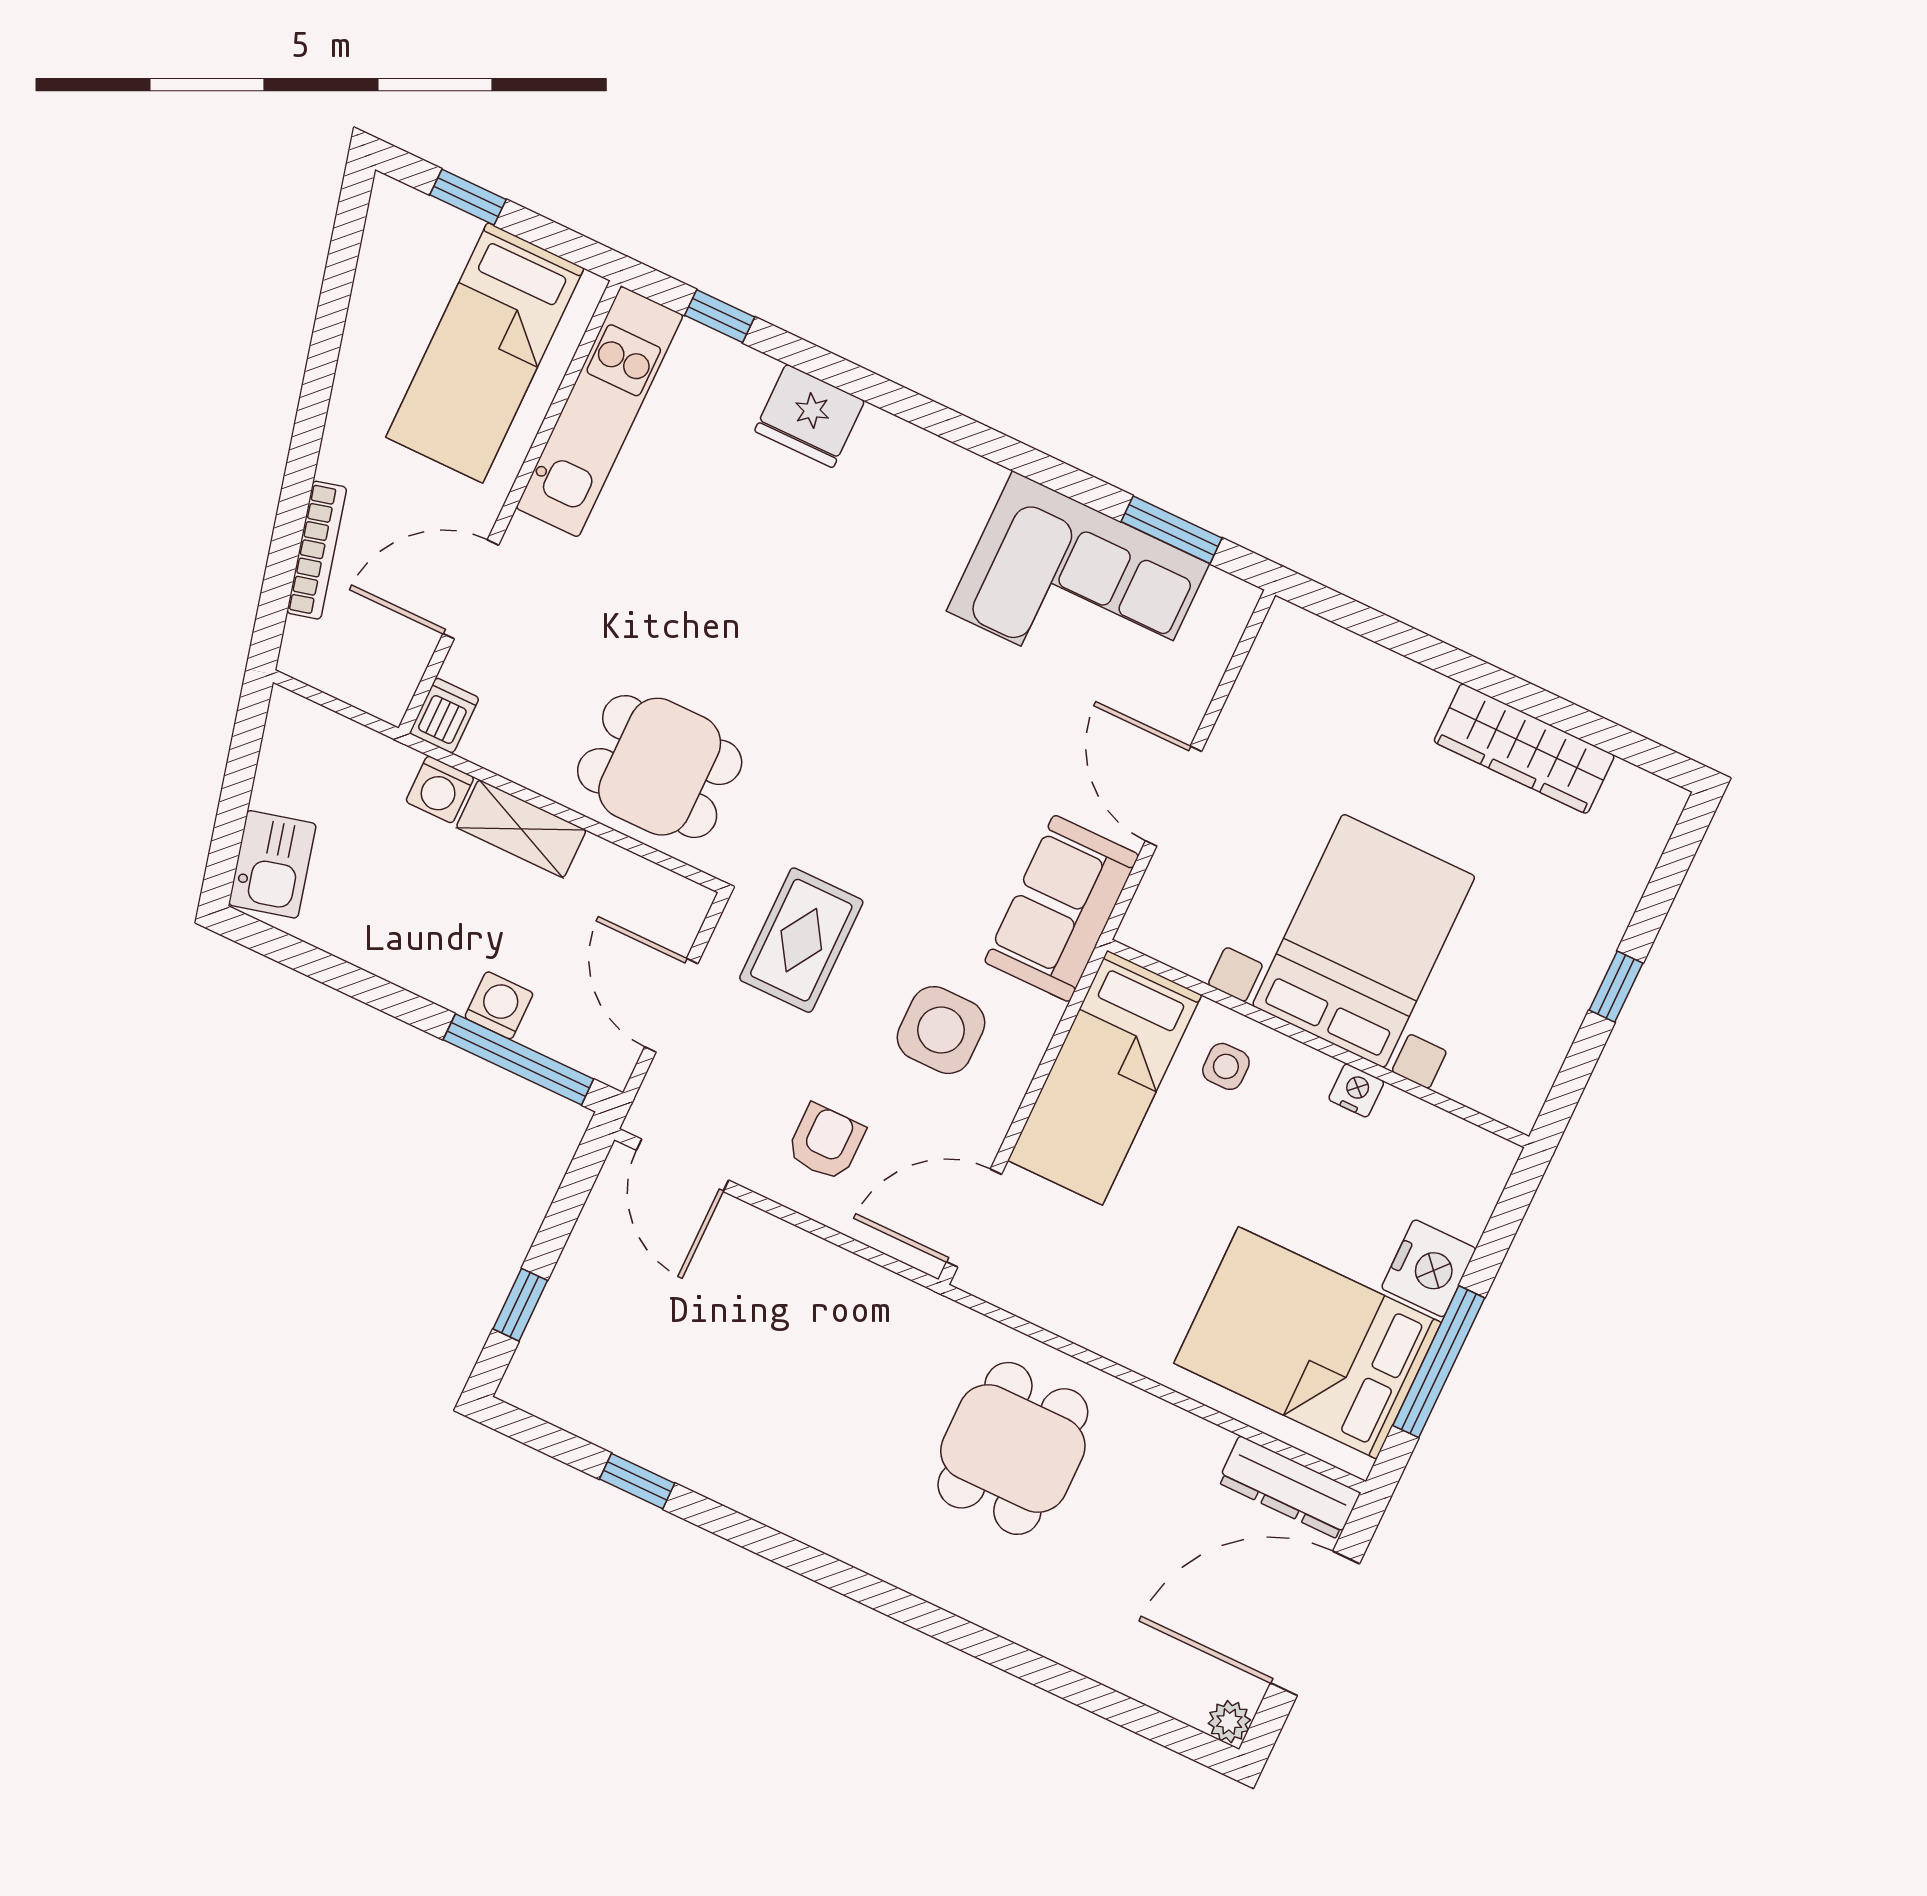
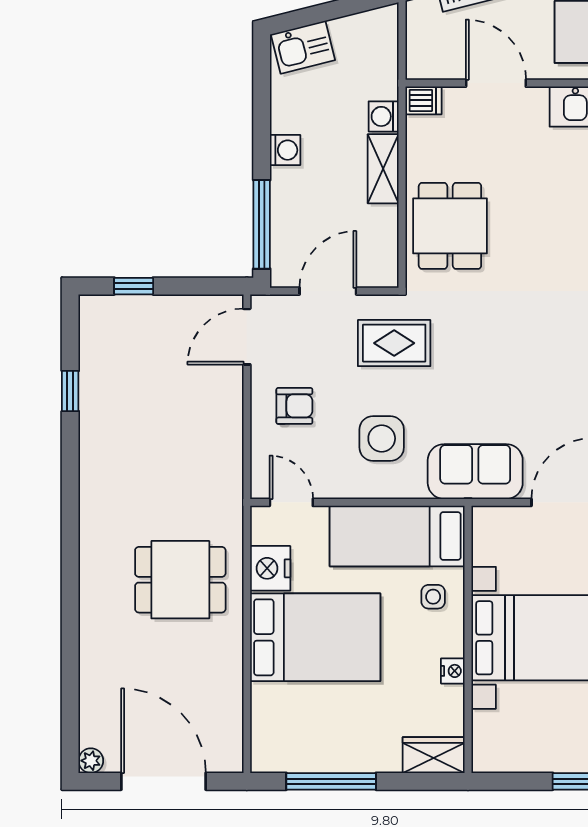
washing machine: (499, 1005) -> (285, 150), moved
wardrobe: (1473, 1182) -> (434, 755), added
door: (974, 1218) -> (291, 502), width x0.73
nightstand: (1429, 1268) -> (270, 568), moved, turned 90
bed: (1308, 1343) -> (315, 637), moved, turned 90
dresser: (1289, 1487) -> (228, 734), removed

